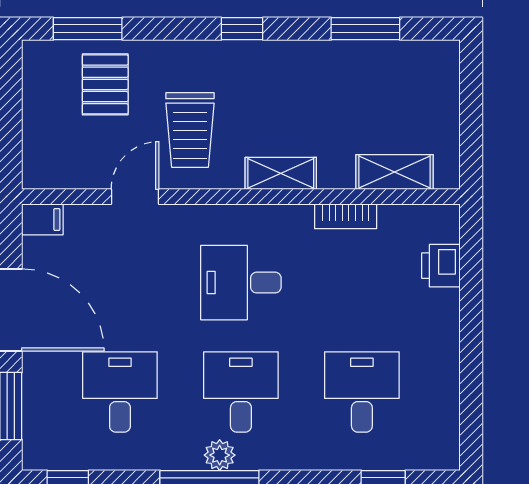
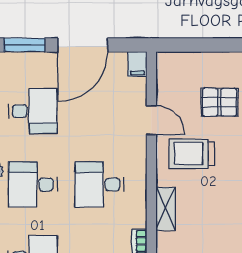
desk: (241, 283) -> (99, 185), turned -90
desk: (241, 392) -> (33, 185), turned 180

